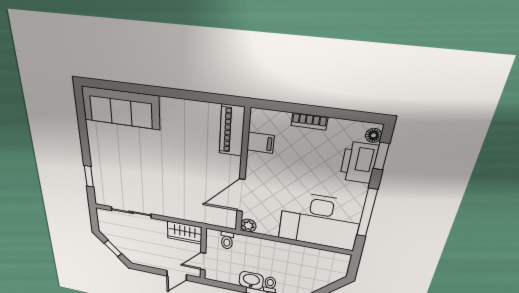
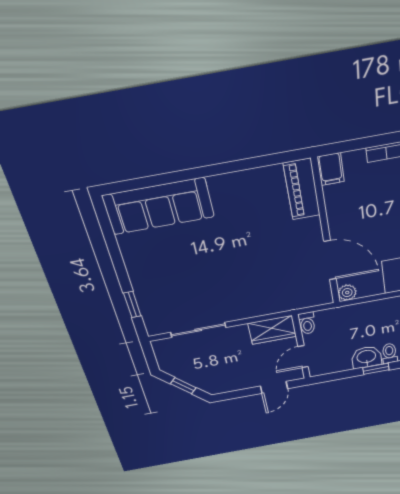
filing cabinet: (260, 143) -> (331, 169), moved, turned 90
door: (241, 195) -> (330, 260), swing flipped
toilet: (227, 240) -> (307, 323), moved

